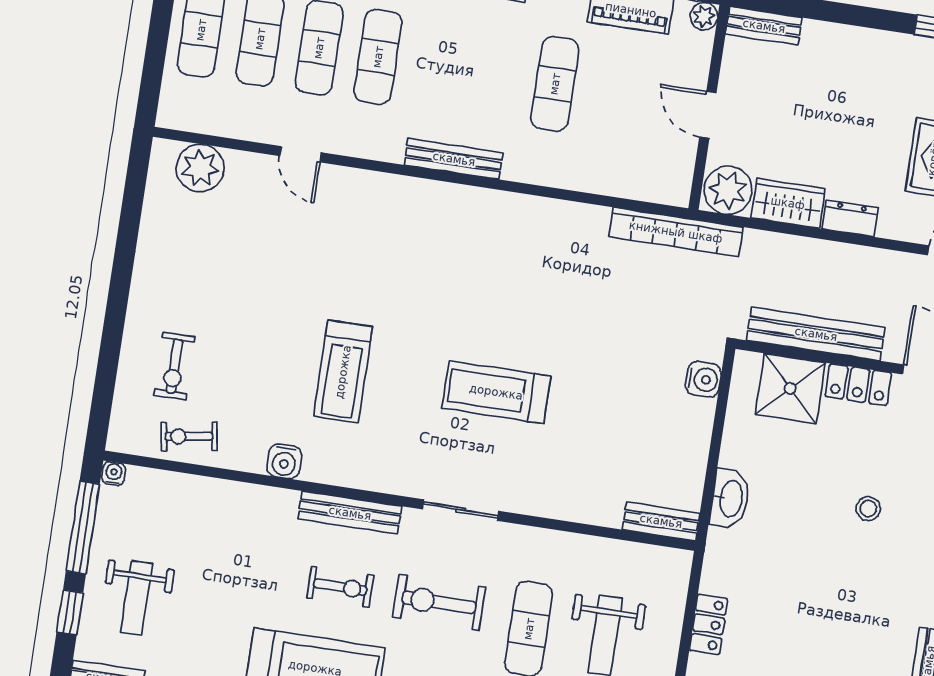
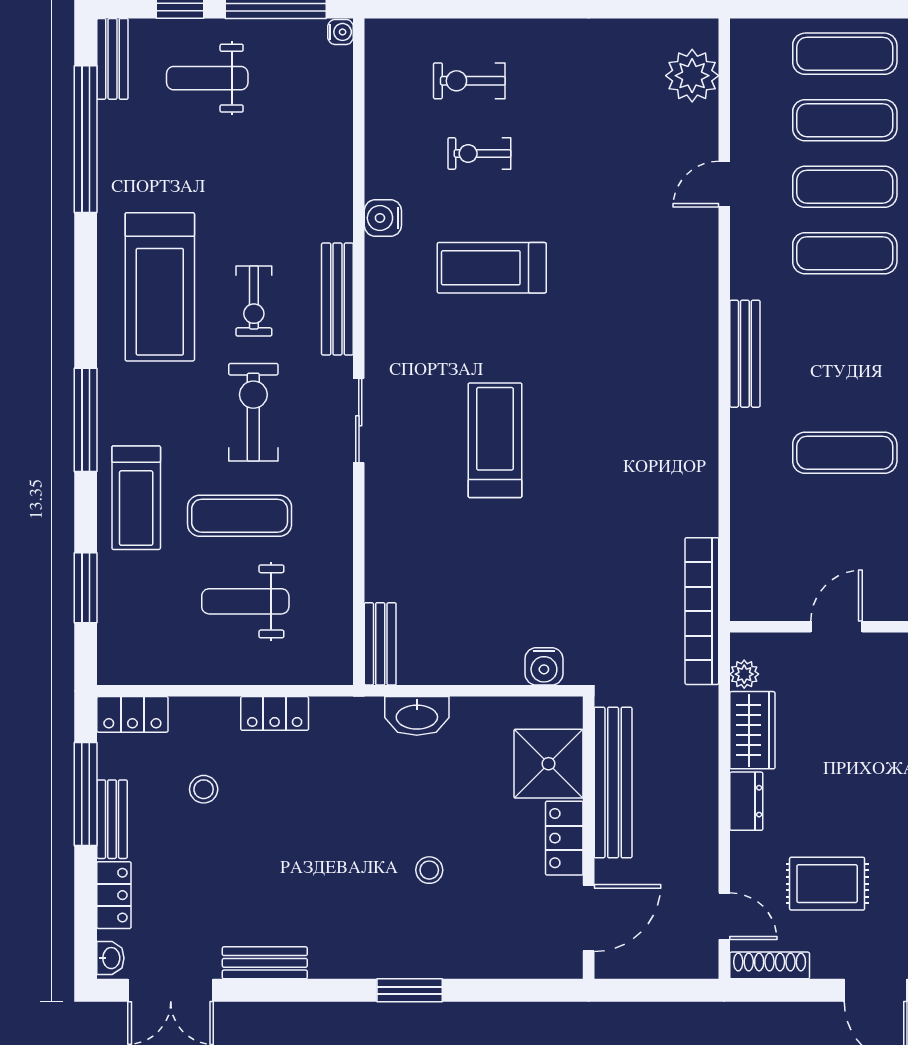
plant: (728, 190) -> (744, 674), width x0.53, depth x0.53
exercise bike: (189, 436) -> (479, 153), moved, turned -81

